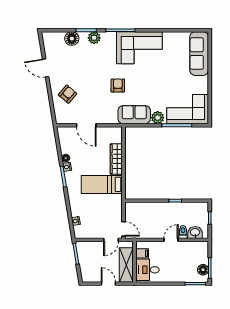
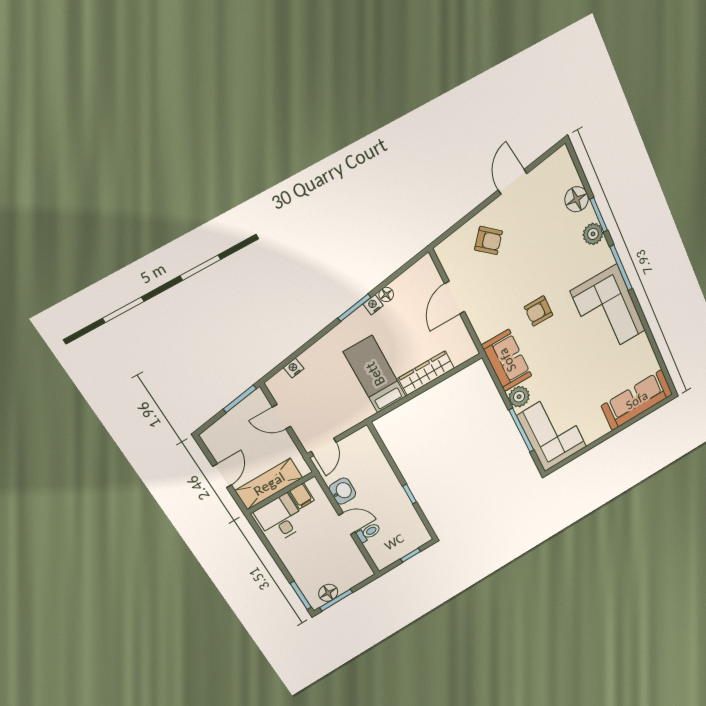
armchair: (118, 85) -> (539, 311), turned 180
washbasin: (195, 233) -> (342, 491), moved
door: (111, 240) -> (282, 417), moved

